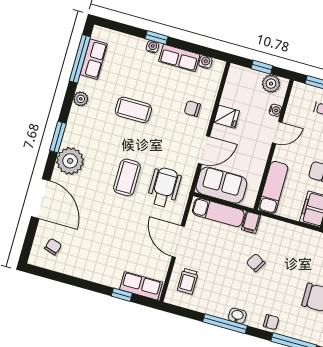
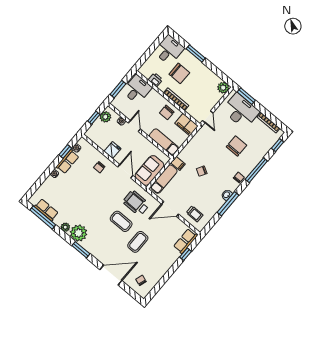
window: (157, 38) -> (65, 151), moved
coffee table: (133, 110) -> (138, 242), moved
plant: (70, 161) -> (79, 233), moved

